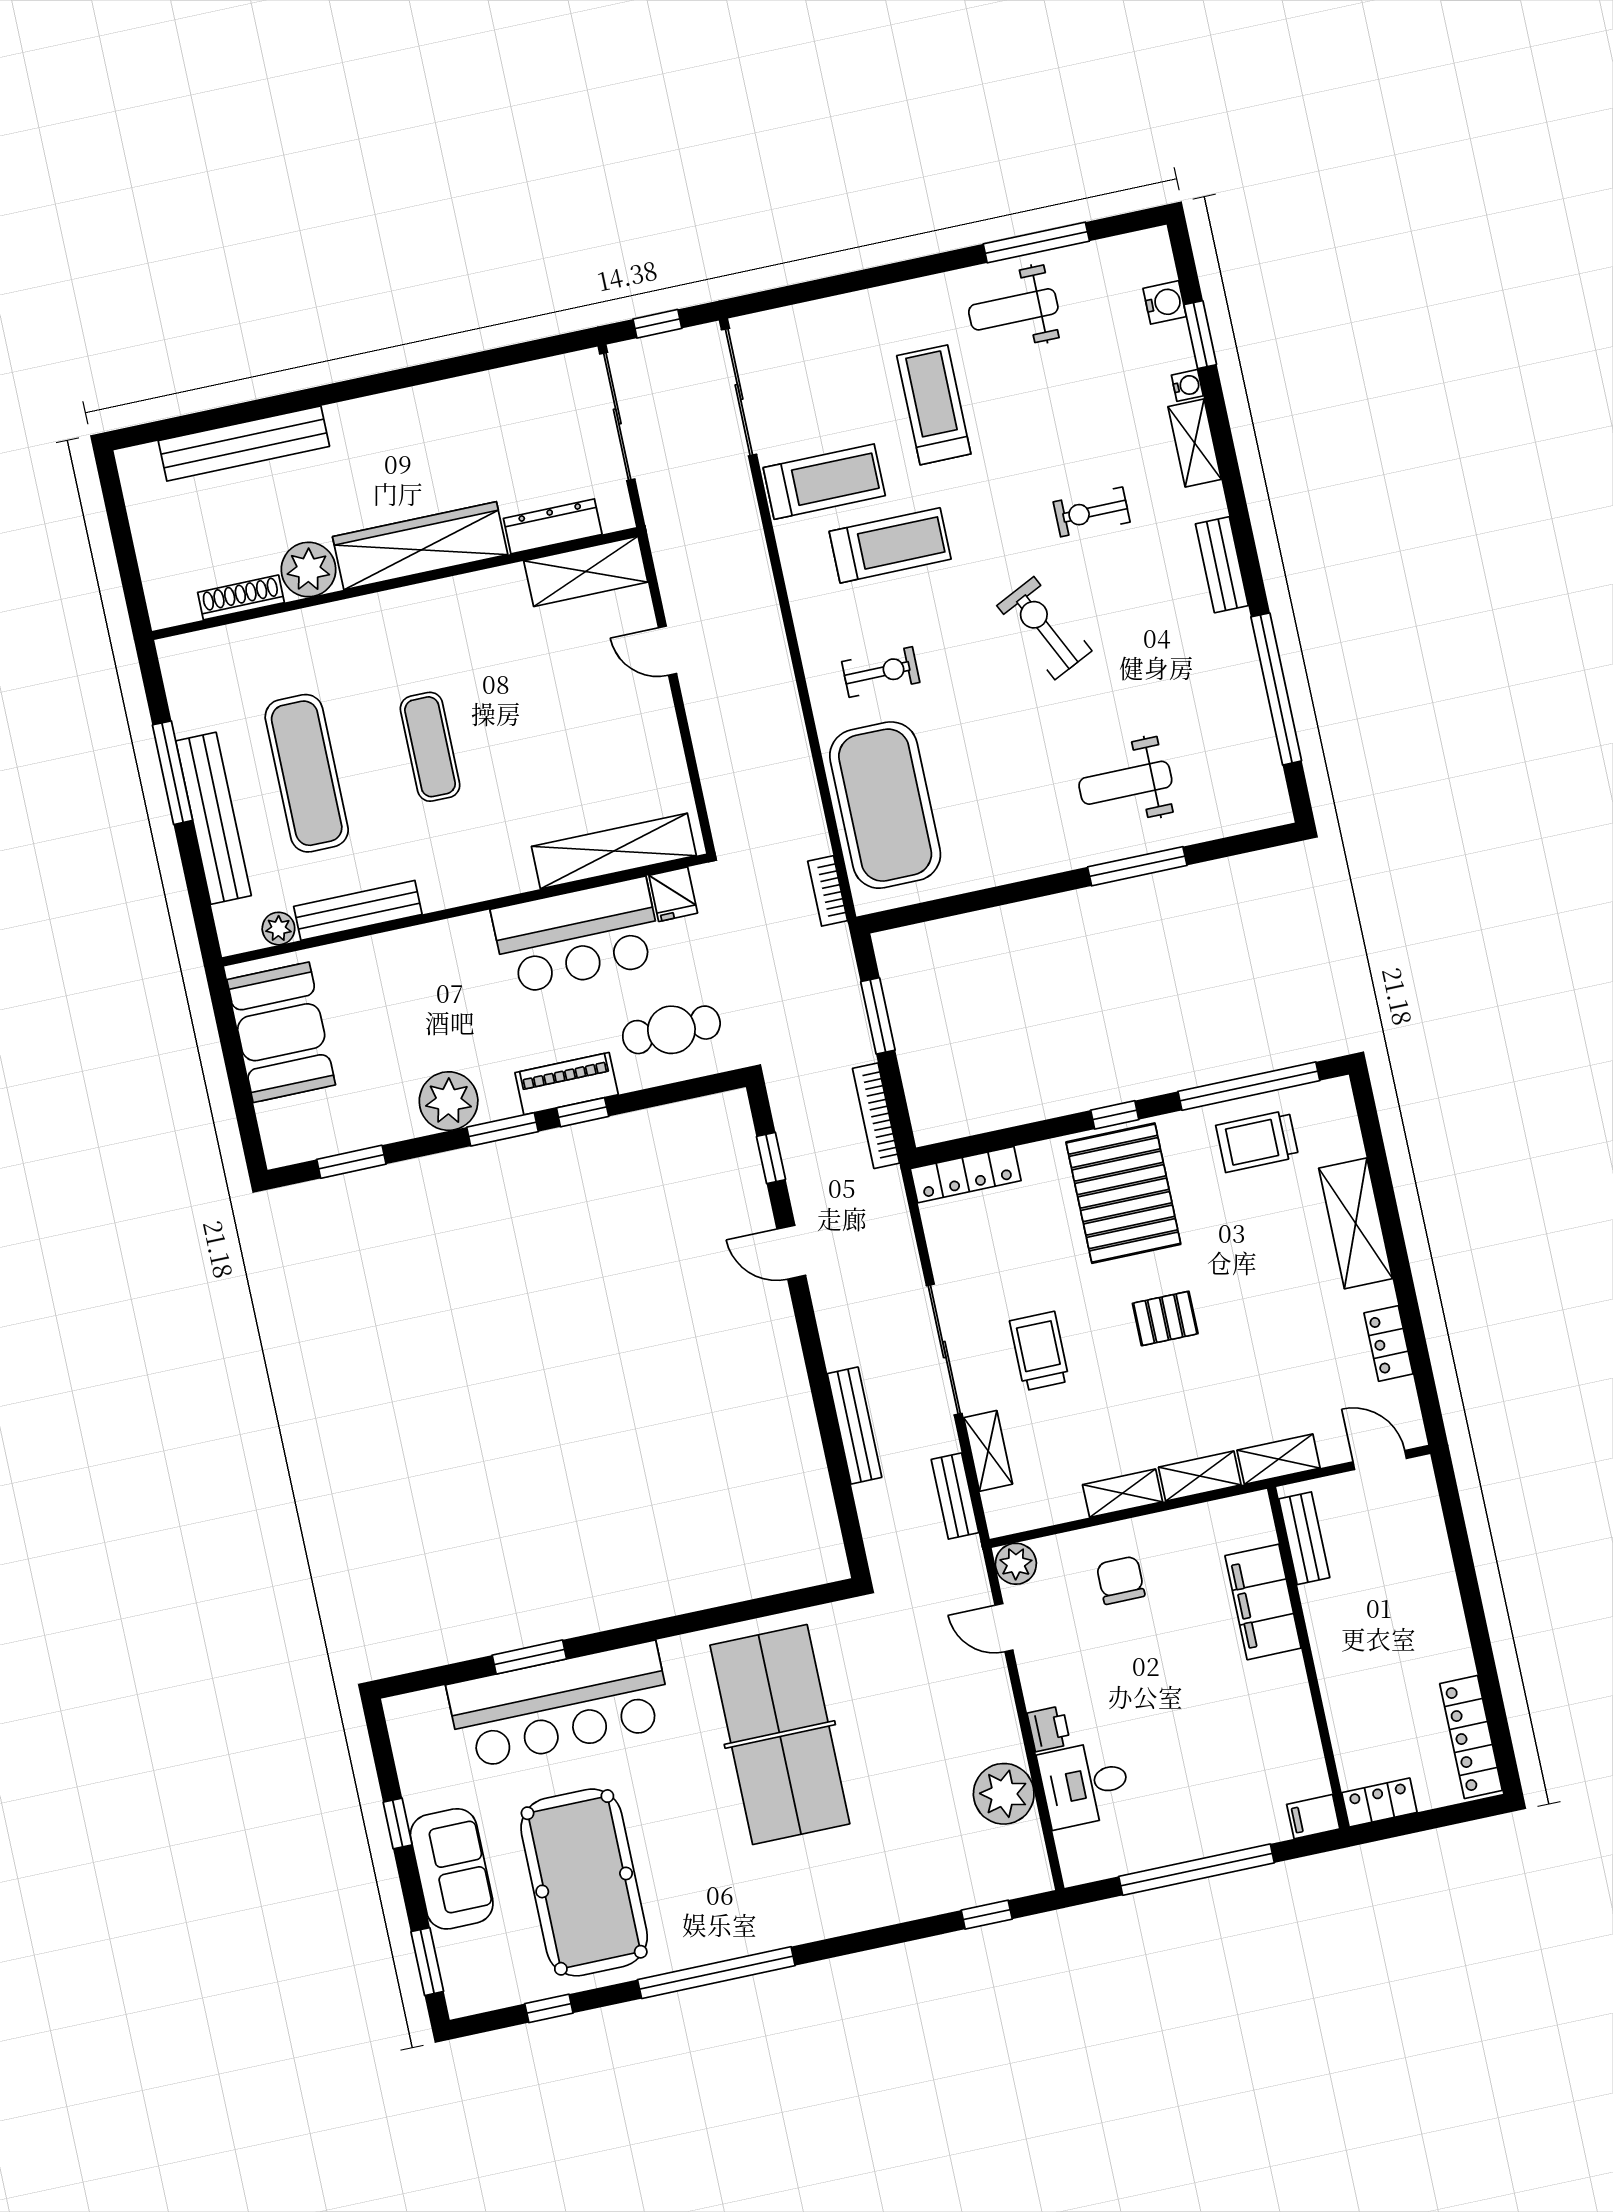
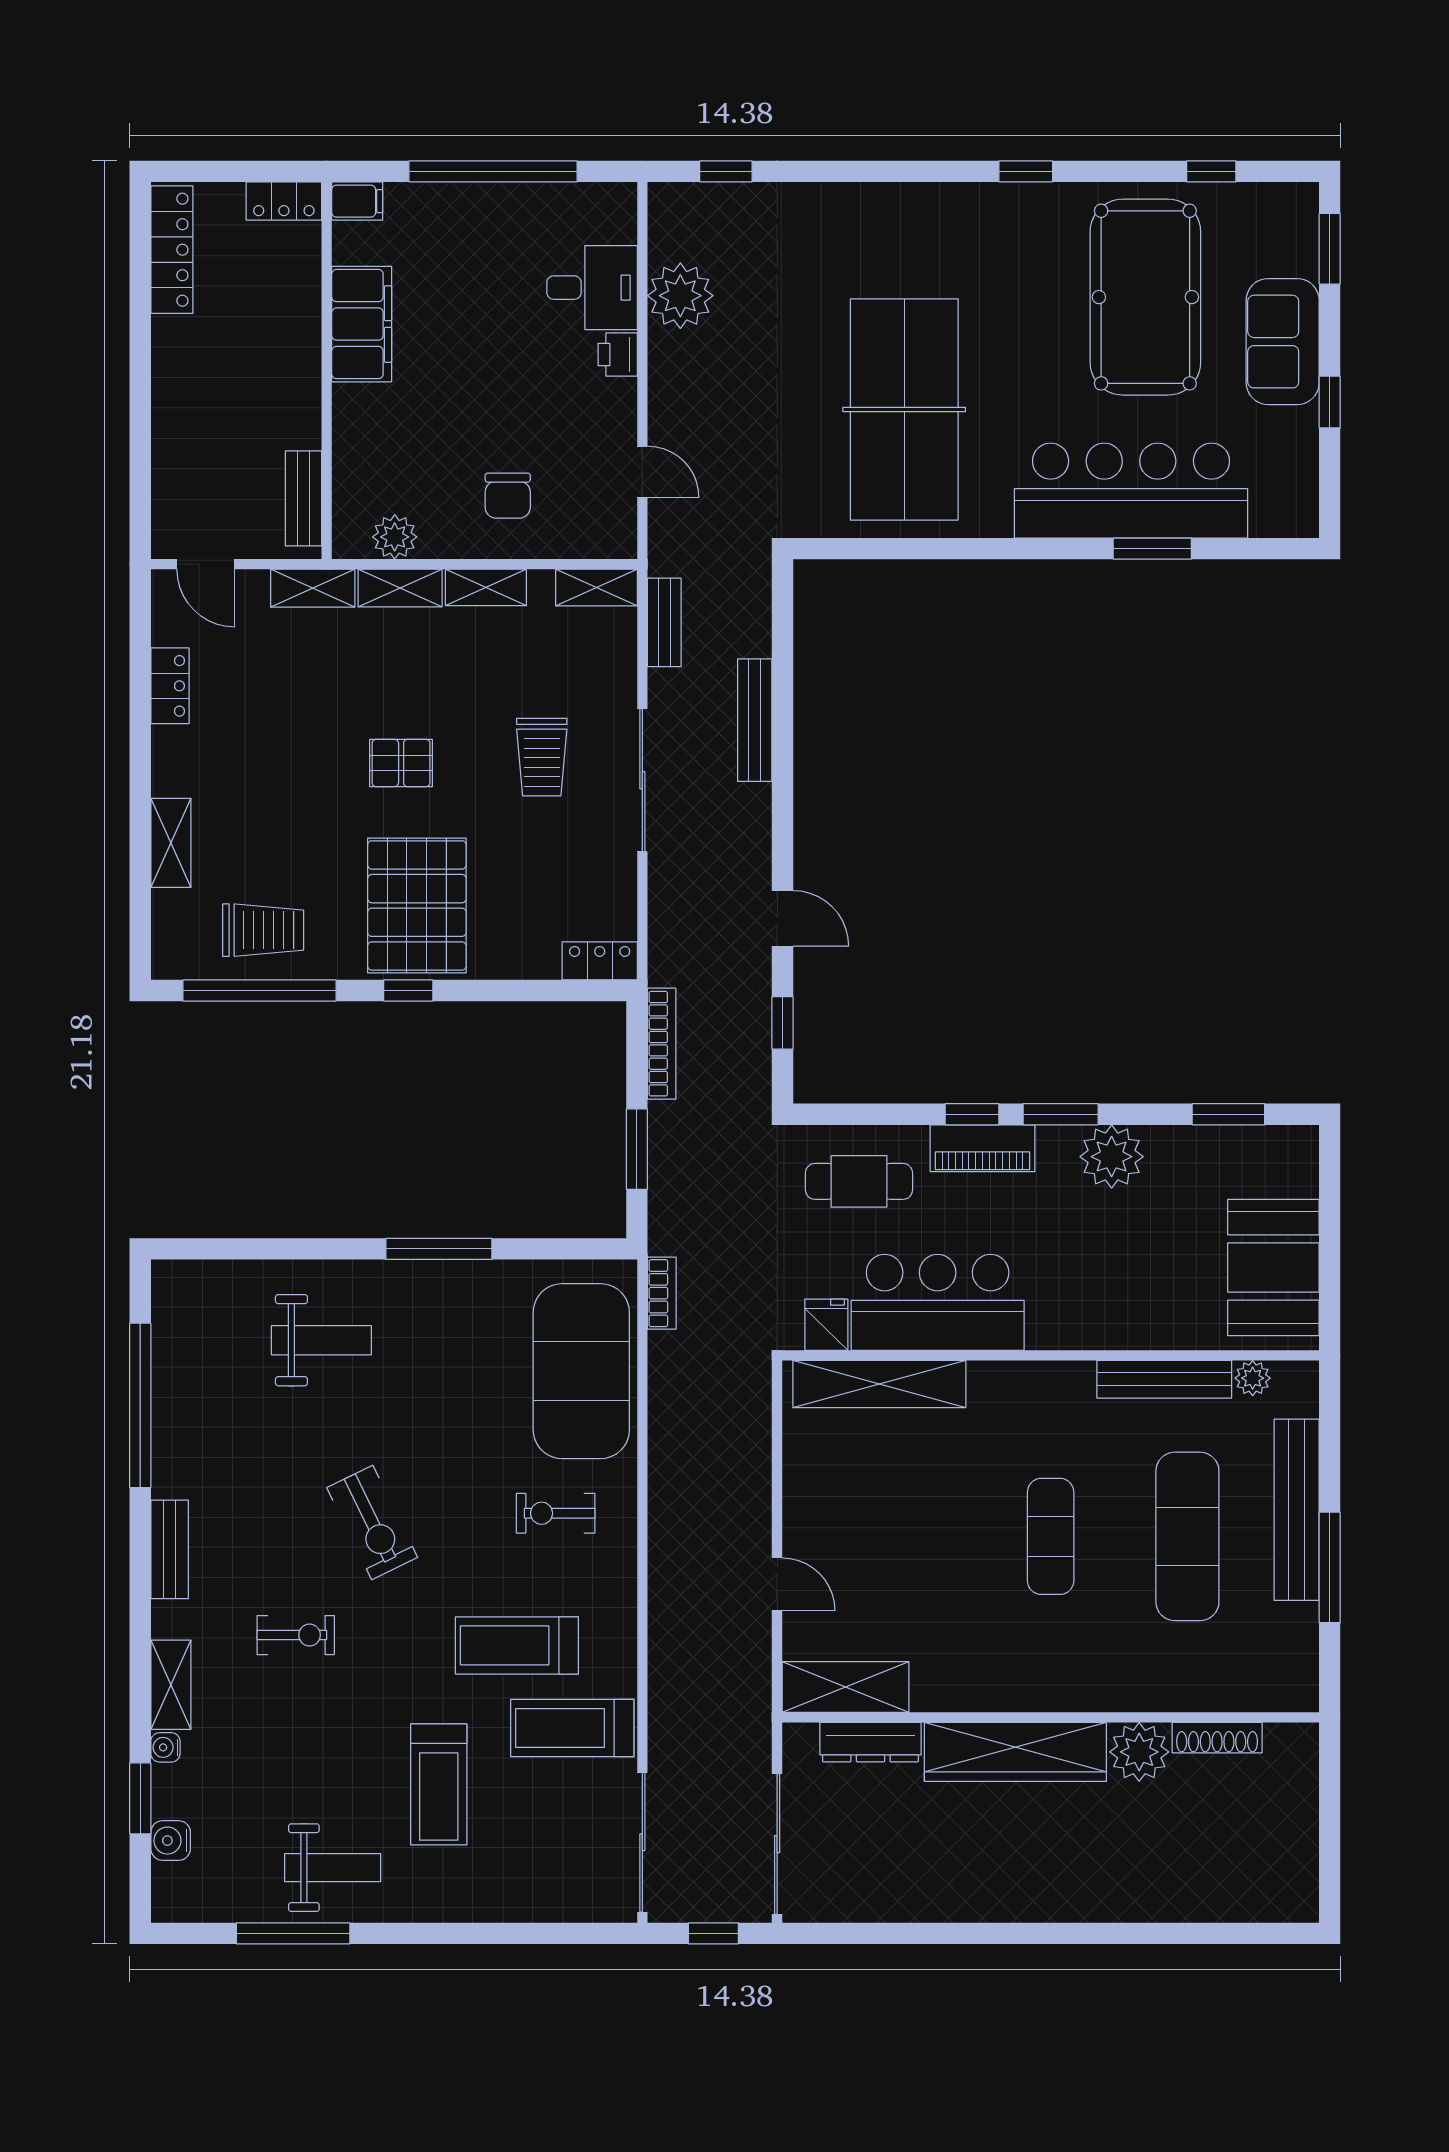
bench: (244, 443) -> (1179, 1900), removed
window: (1137, 866) -> (439, 1249), moved
locker: (966, 1175) -> (600, 961), width x0.66
shelving: (1356, 1223) -> (171, 843), width x0.67, depth x0.75
shelving: (988, 1451) -> (596, 588), moved, turned 90
plant: (1016, 1564) -> (395, 537), moved
filing cabinet: (1263, 1602) -> (362, 324), moved
window: (716, 1973) -> (1026, 171), width x0.32

